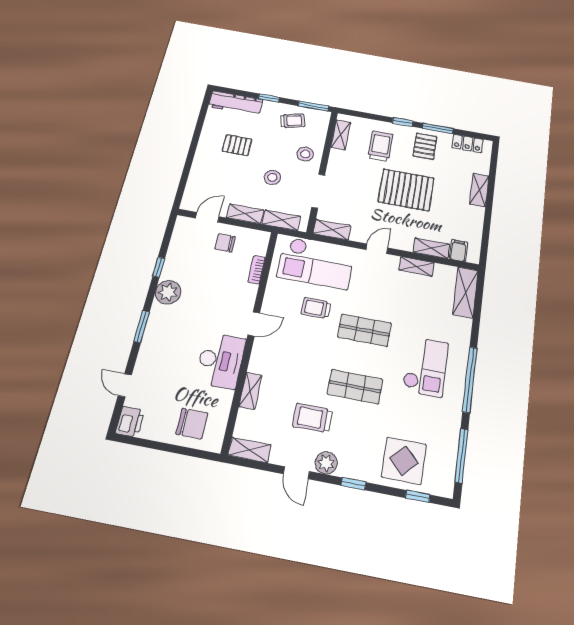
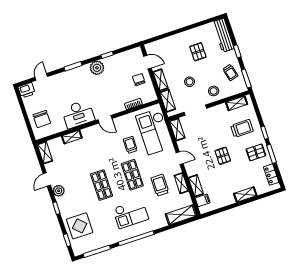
pallet: (406, 190) -> (223, 156), width x0.49, depth x0.50
trolley: (313, 418) -> (160, 185), moved

